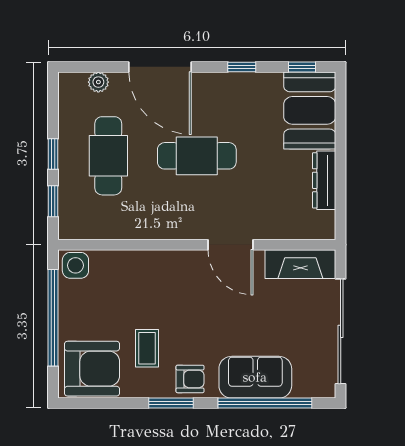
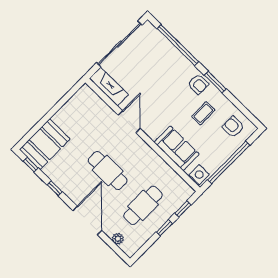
dresser: (324, 180) -> (66, 111), removed
armchair: (92, 369) -> (233, 127), width x0.53, depth x0.53
sofa: (255, 377) -> (177, 148), moved, turned 180
armchair: (190, 379) -> (198, 84), turned 180

